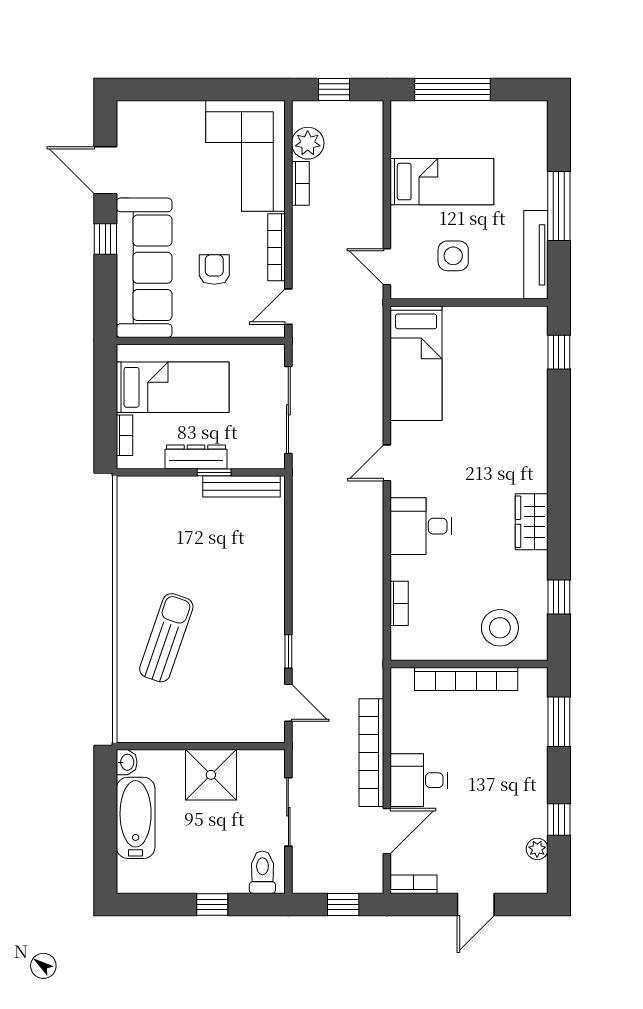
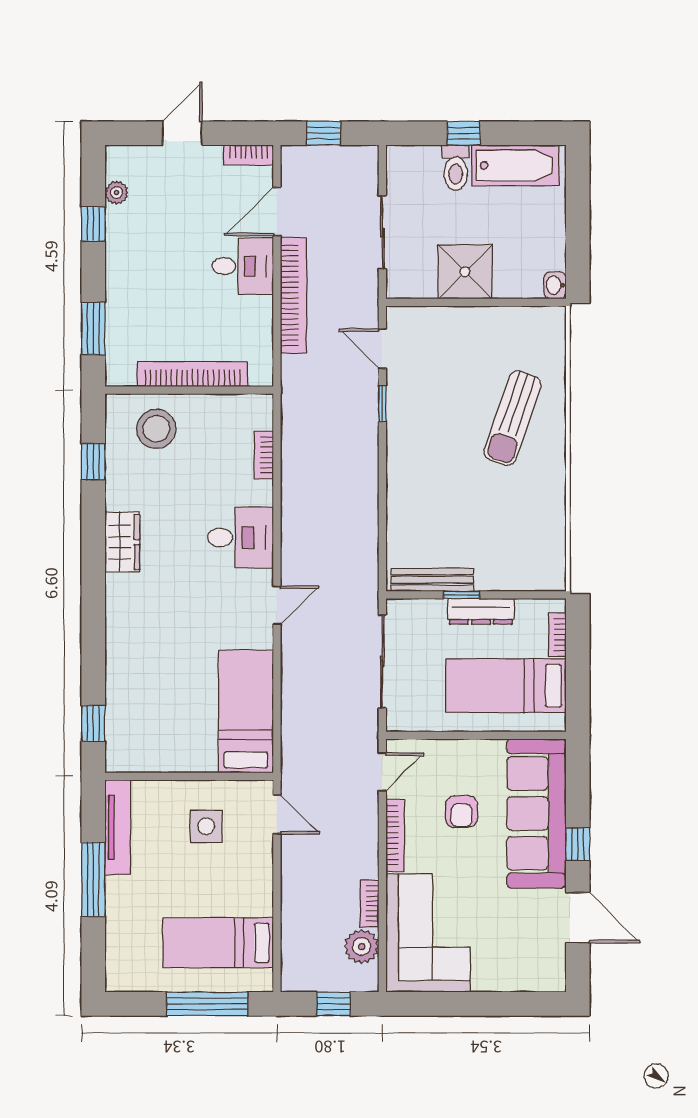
bed: (442, 182) -> (218, 943), moved
bathtub: (136, 818) -> (515, 165), moved, turned -90
toilet: (262, 872) -> (456, 168), moved

